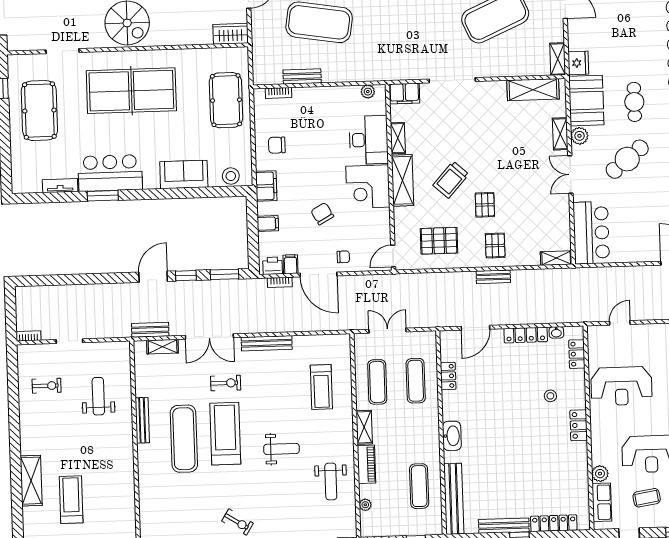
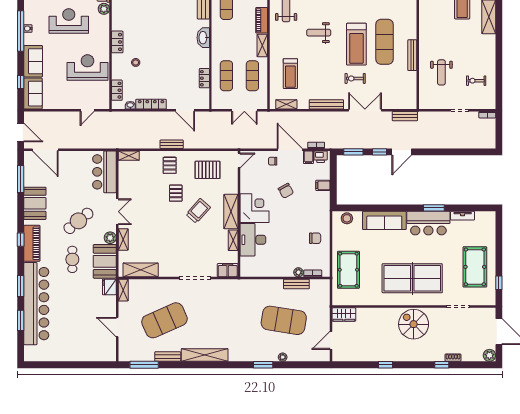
plant: (368, 92) -> (298, 272), moved
sofa: (184, 174) -> (384, 220), width x1.36
filing cabinet: (266, 186) -> (323, 211), removed
door: (475, 328) -> (185, 110), swing flipped
shelving: (163, 347) -> (286, 104), moved
treadmill: (321, 387) -> (290, 74), turned 180

